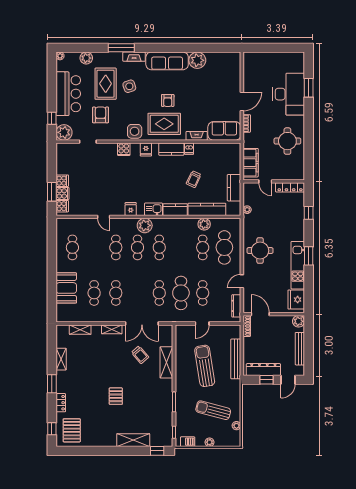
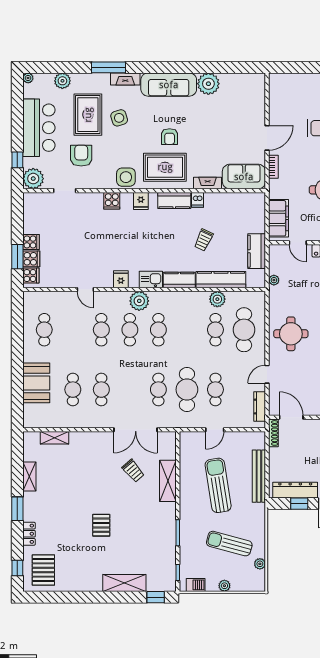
shelving: (112, 329) -> (96, 437), removed

